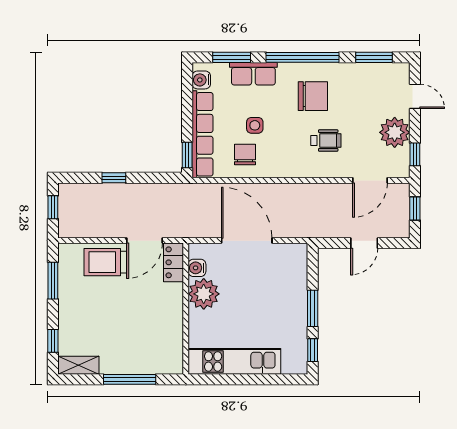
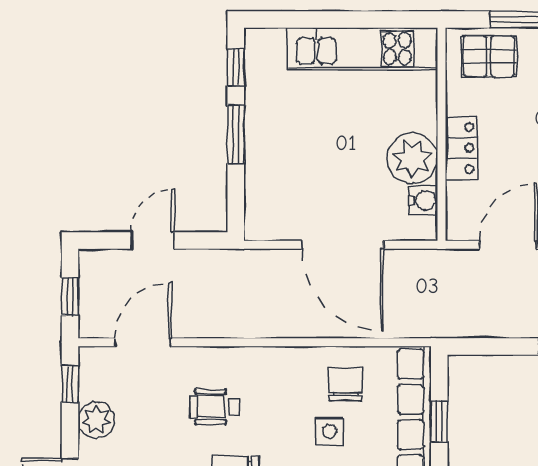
plant: (395, 132) -> (96, 420), width x0.73, depth x0.73
window: (187, 155) -> (439, 422), moved
chair: (245, 155) -> (345, 384), turned 180
locker: (174, 262) -> (461, 148), moved
pallet: (156, 357) -> (489, 56), added

